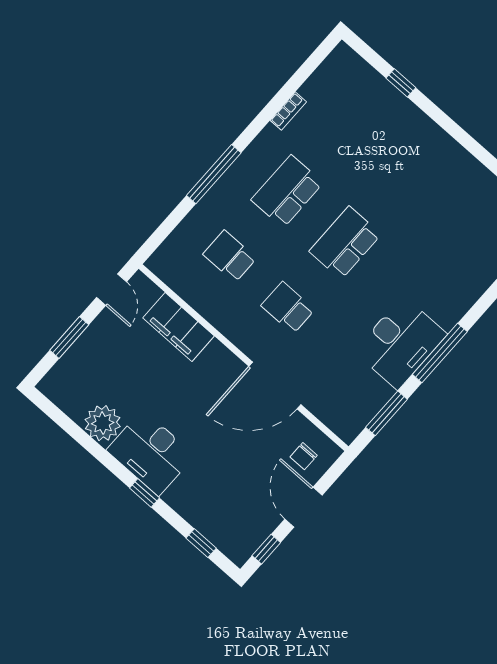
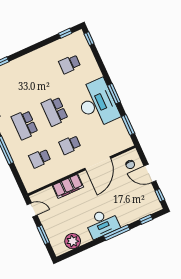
school desk: (461, 229) -> (70, 64), added
filing cabinet: (178, 327) -> (68, 186), moved
desk: (400, 343) -> (97, 103), width x1.36, depth x1.30
window: (440, 353) -> (114, 94), width x0.69
plant: (103, 423) -> (73, 241), moved
window: (144, 493) -> (117, 233), width x2.17

